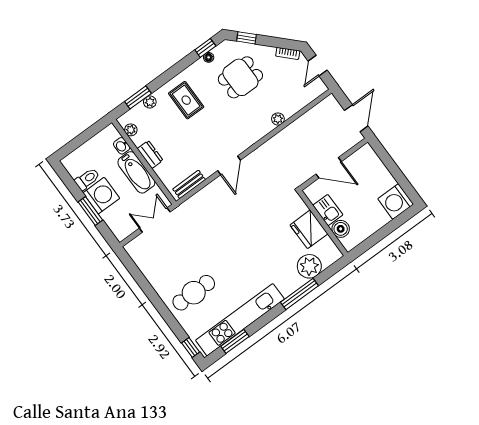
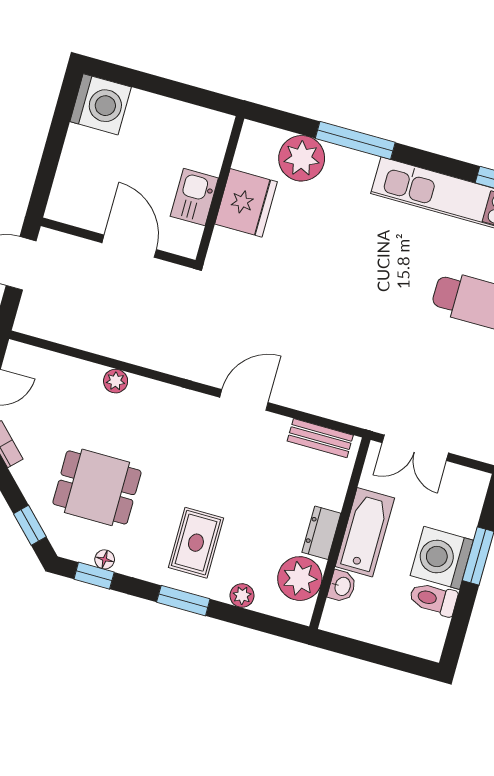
window: (138, 97) -> (183, 601), moved
plant: (131, 130) -> (300, 579), width x1.88, depth x1.88
boiler: (341, 229) -> (208, 155), removed

